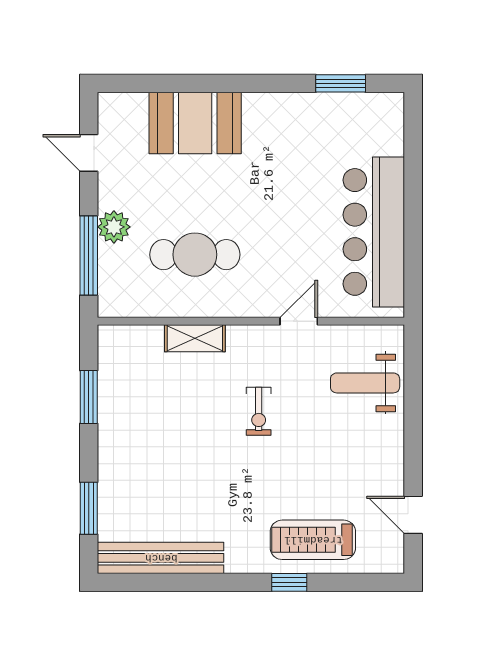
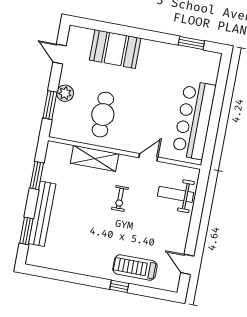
window: (89, 255) -> (50, 105), width x0.69
cafe table: (195, 255) -> (103, 115), turned 90
shelving: (195, 338) -> (95, 158), width x1.50, depth x1.33
bench: (161, 558) -> (42, 214), moved, turned 90

